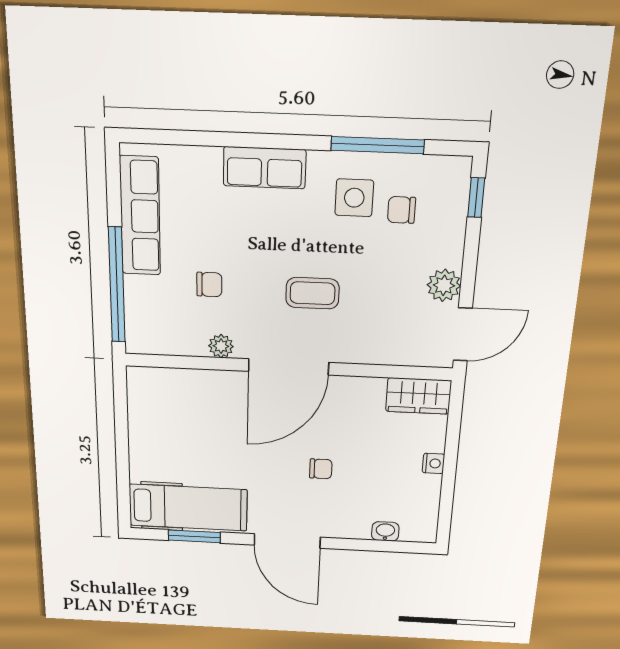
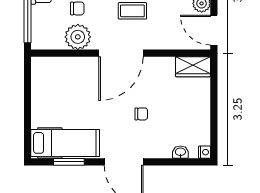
door: (463, 334) -> (214, 30), swing flipped
plant: (221, 346) -> (78, 37), width x1.88, depth x1.88
nightstand: (433, 463) -> (205, 152), moved

